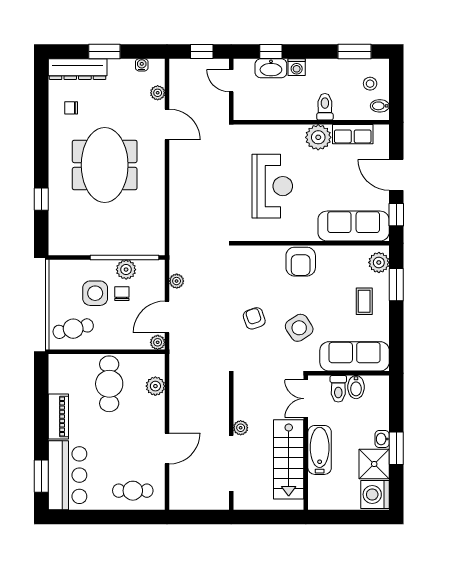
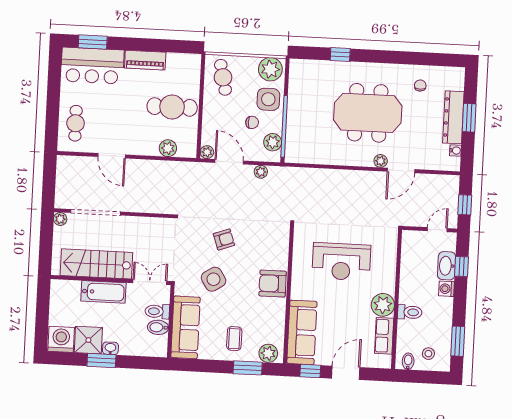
dresser: (78, 69) -> (453, 117), moved
plant: (158, 93) -> (381, 161), moved
plant: (126, 270) -> (273, 142), moved
plant: (61, 276) -> (270, 69), added
side table: (95, 293) -> (268, 99), moved
coffee table: (364, 301) -> (234, 339), turned 90
plant: (241, 428) -> (60, 219), moved

